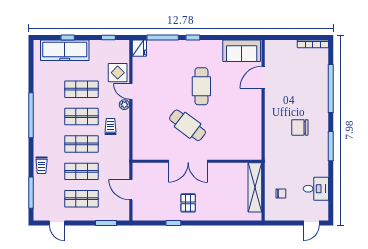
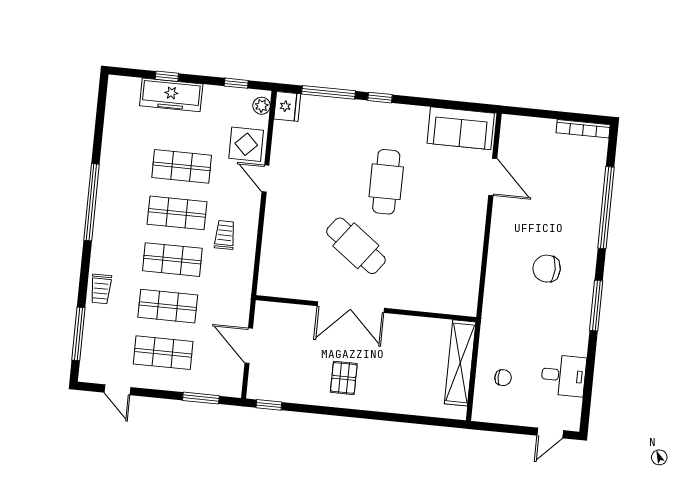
freezer: (65, 50) -> (171, 95), width x0.73, depth x0.79
door: (263, 77) -> (493, 177), swing flipped
plant: (124, 105) -> (262, 106), moved
window: (173, 223) -> (269, 405), moved

